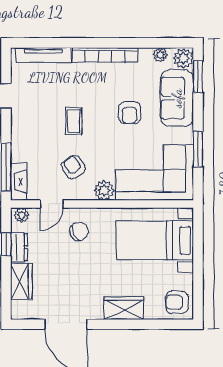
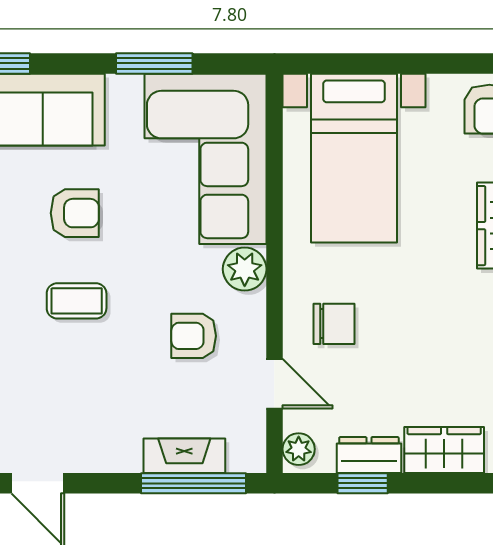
coffee table: (74, 121) -> (77, 301), moved
armchair: (73, 167) -> (194, 336), turned 34
fireplace: (19, 182) -> (184, 456), moved
chair: (79, 231) -> (334, 324), turned 118

